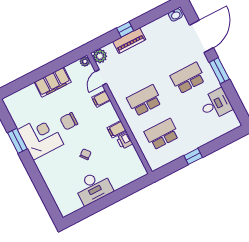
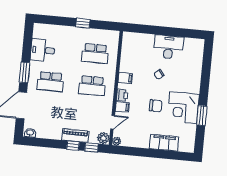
window: (106, 39) -> (91, 147), added
filing cabinet: (53, 82) -> (164, 143), moved
printer: (124, 141) -> (122, 95), moved

